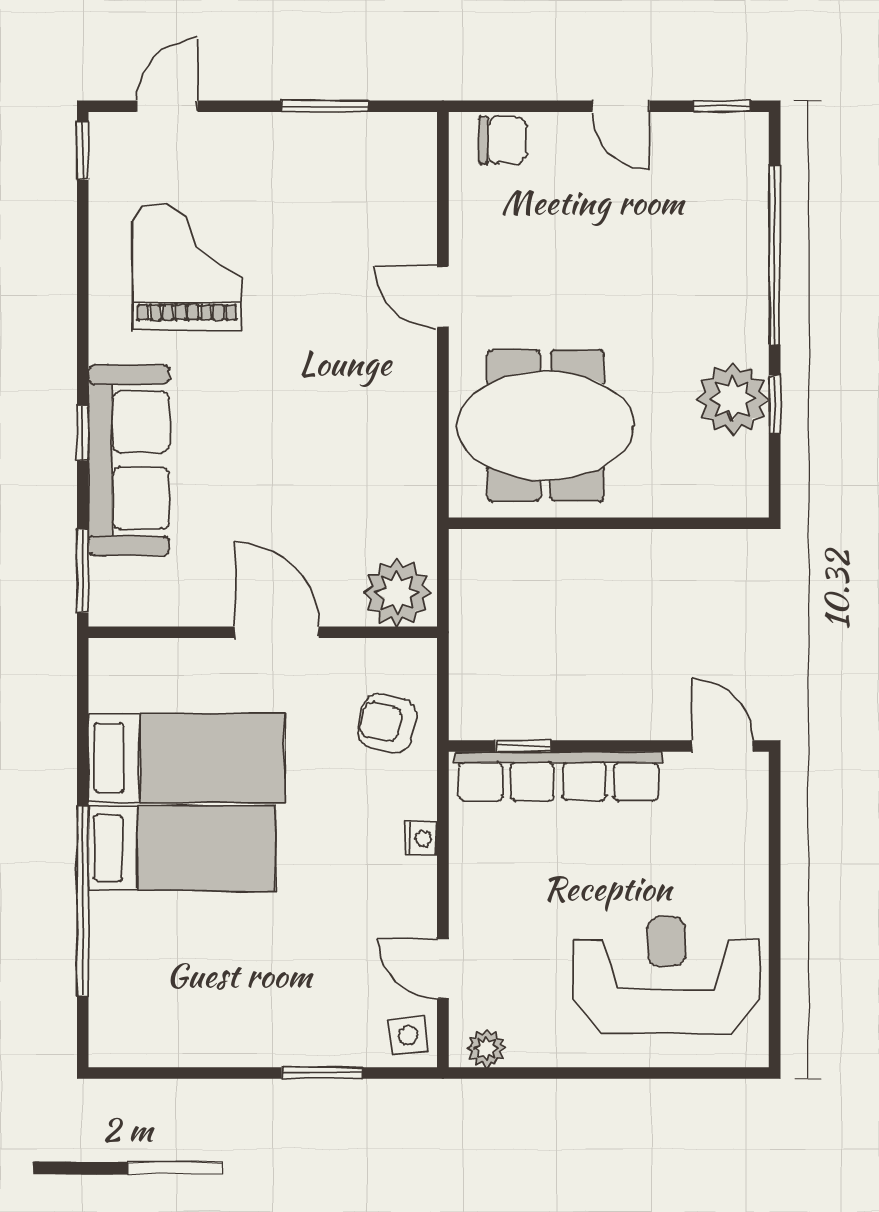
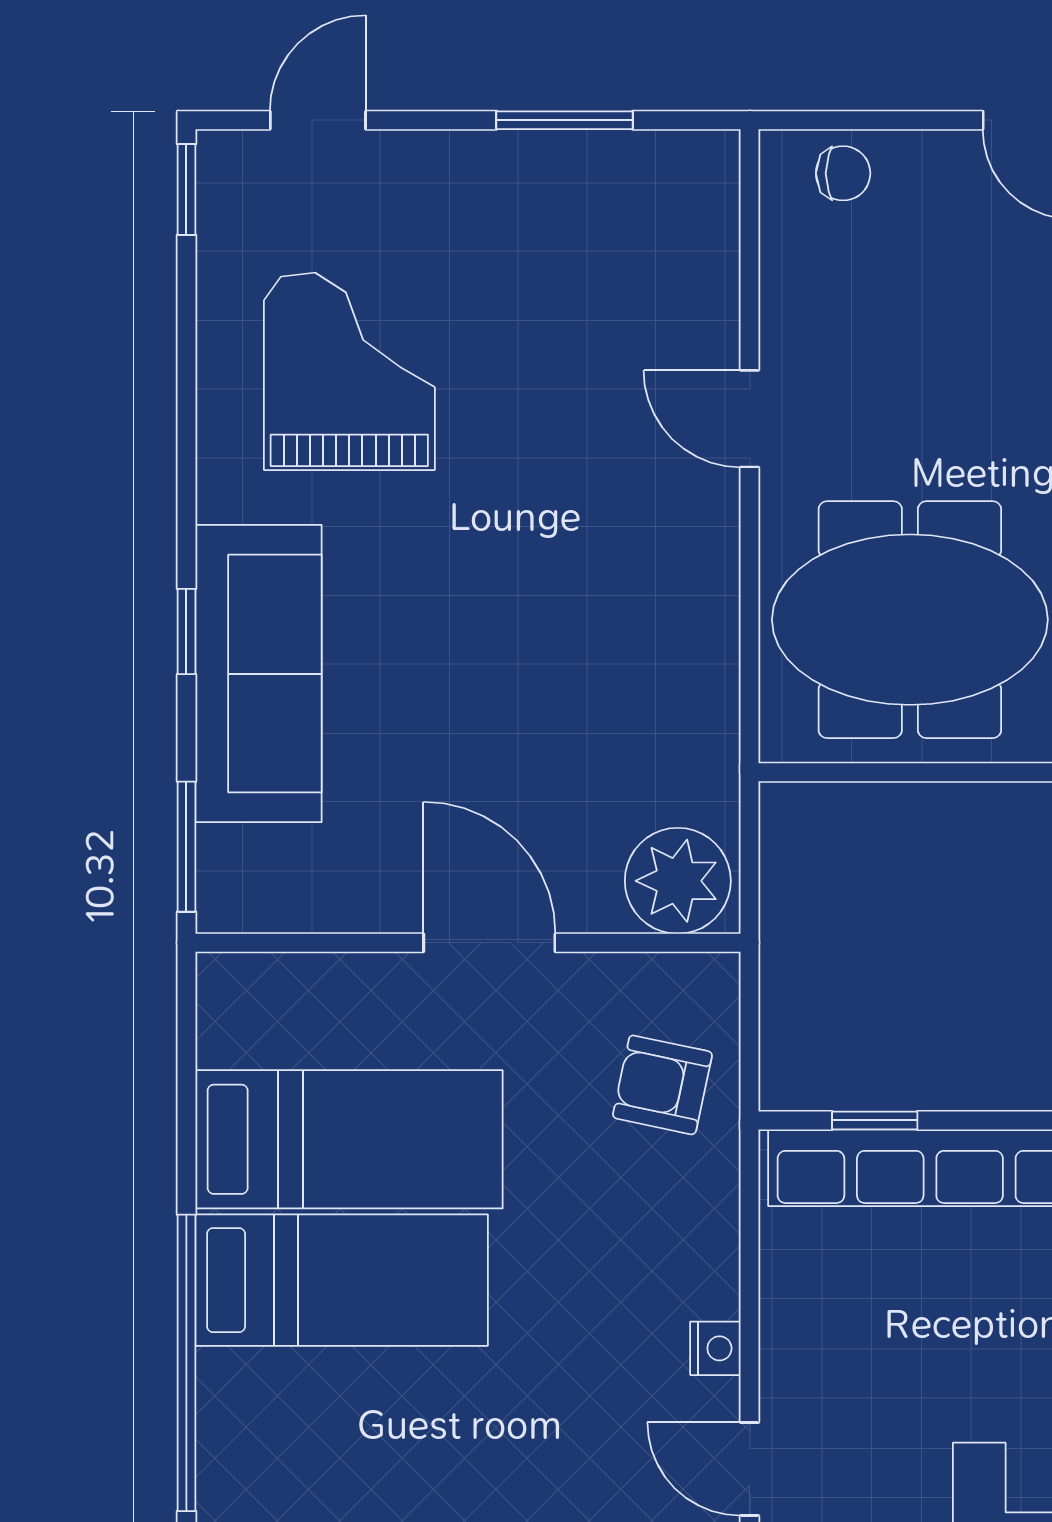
chair: (503, 140) -> (843, 173), width x0.73, depth x0.73
nightstand: (421, 839) -> (715, 1348), moved

